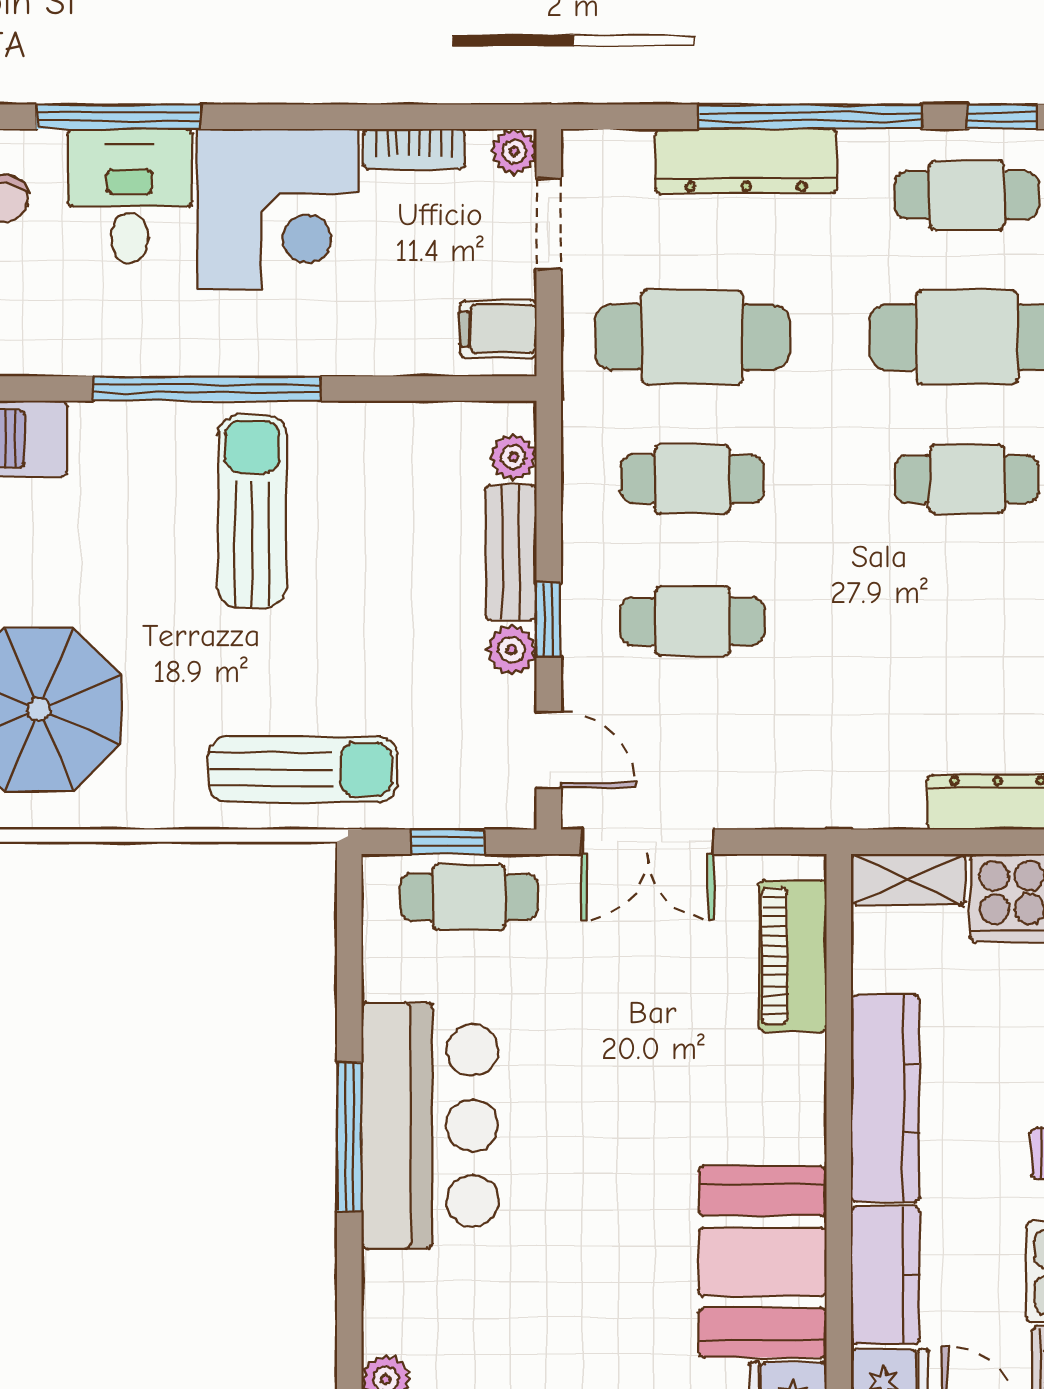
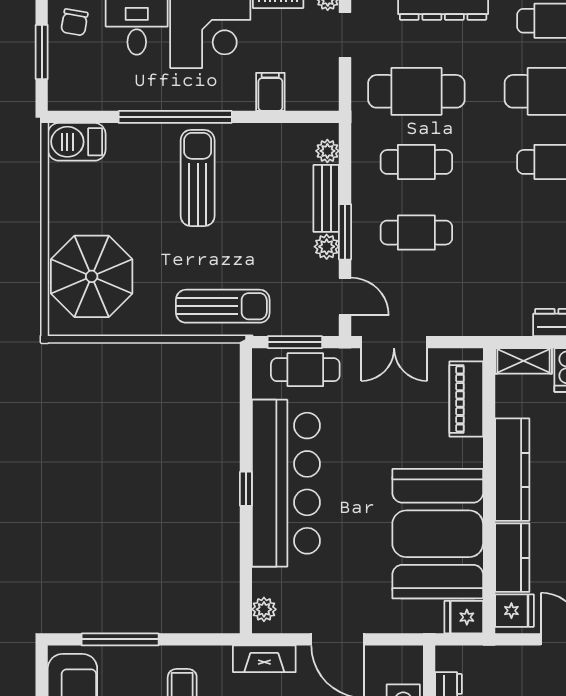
filing cabinet: (498, 329) -> (270, 92), moved, turned 90
window: (549, 620) -> (345, 232), width x1.50
window: (448, 842) -> (295, 342), width x1.50
bar counter: (430, 1125) -> (286, 483), width x1.36
window: (349, 1137) -> (246, 489), width x0.46
booth: (762, 1262) -> (438, 534), width x1.36, depth x1.42

